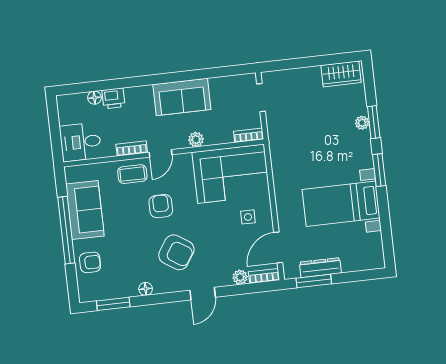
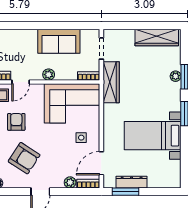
wardrobe: (341, 74) -> (157, 37), width x1.50
sofa: (182, 97) -> (59, 41), moved
wardrobe: (279, 140) -> (111, 82), added

